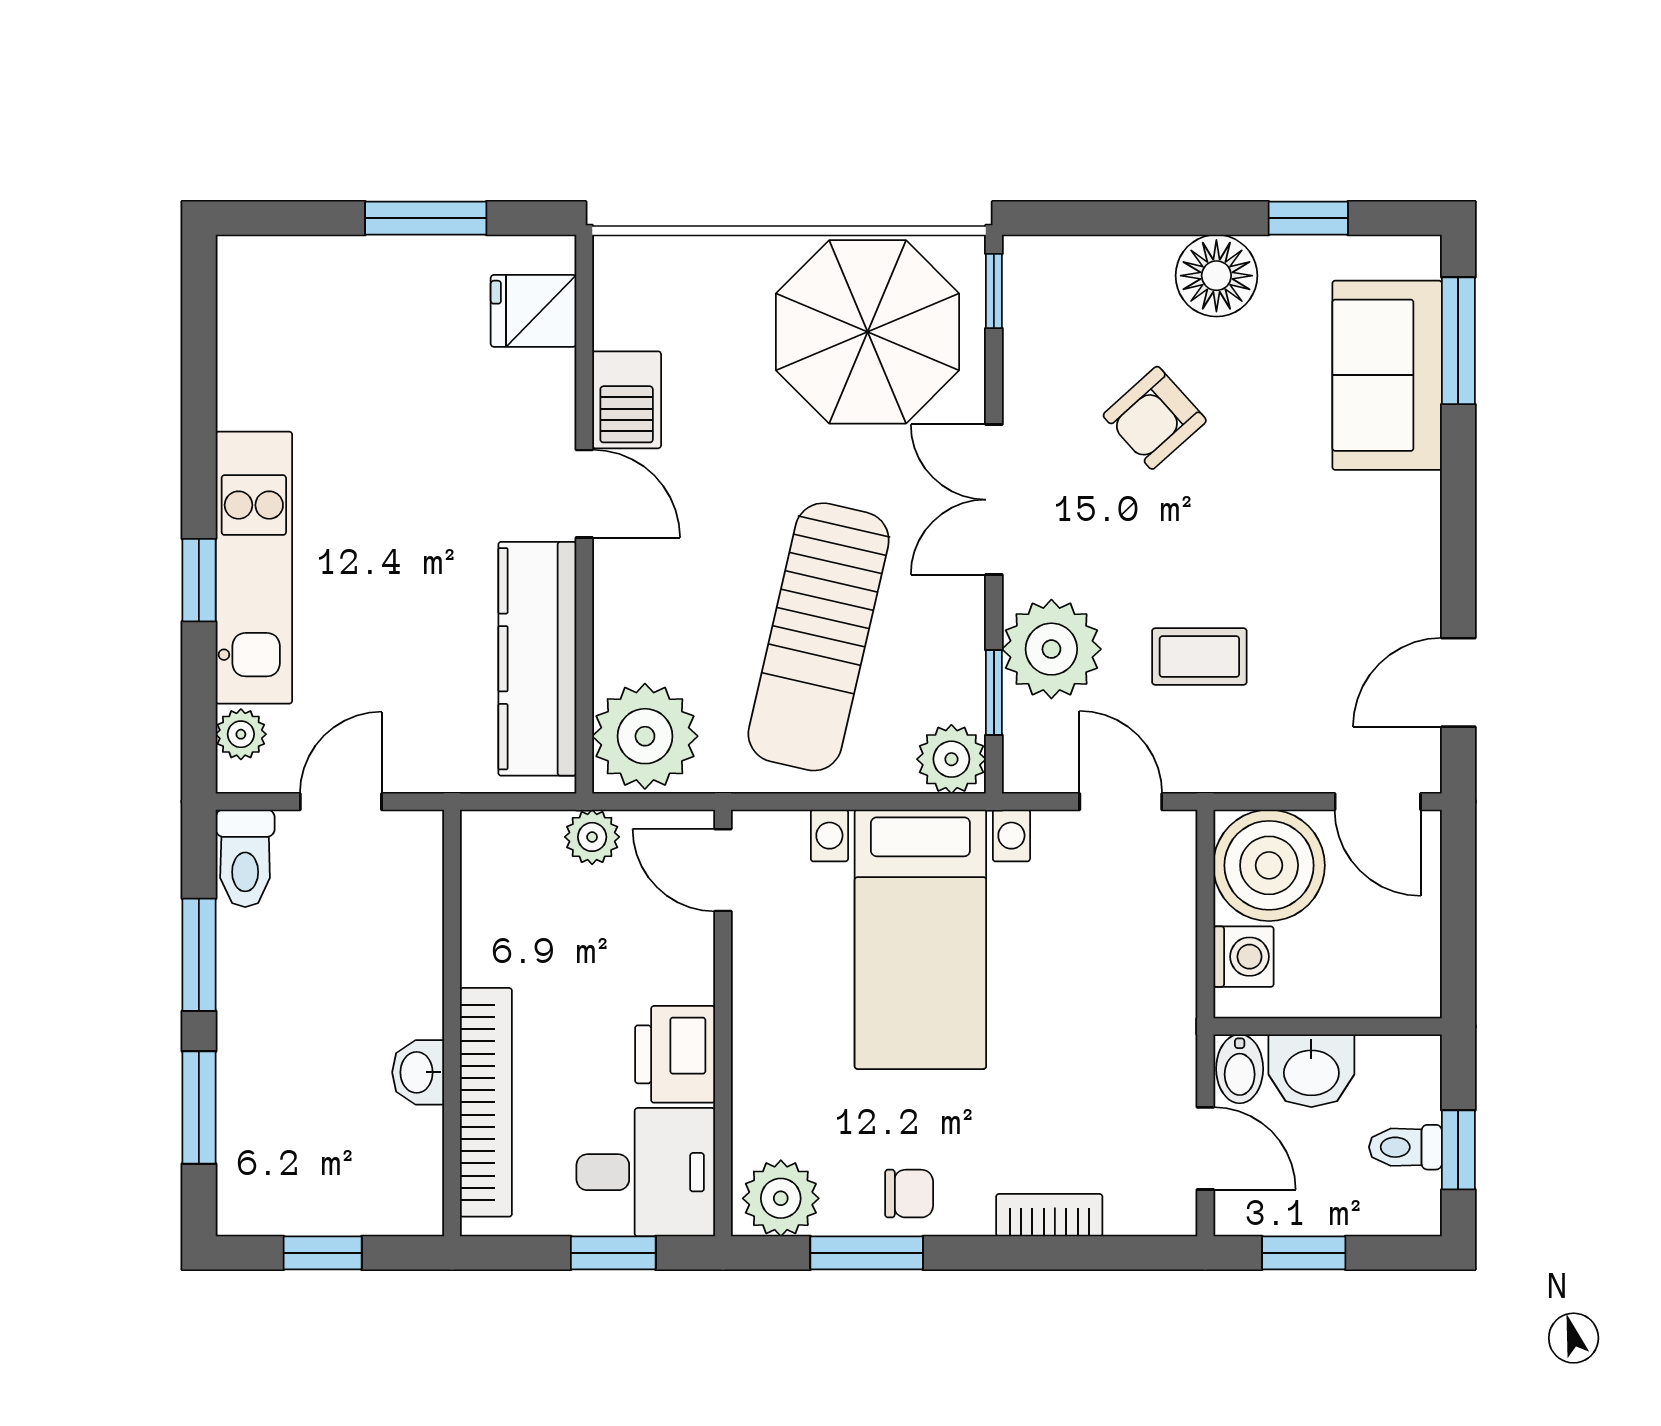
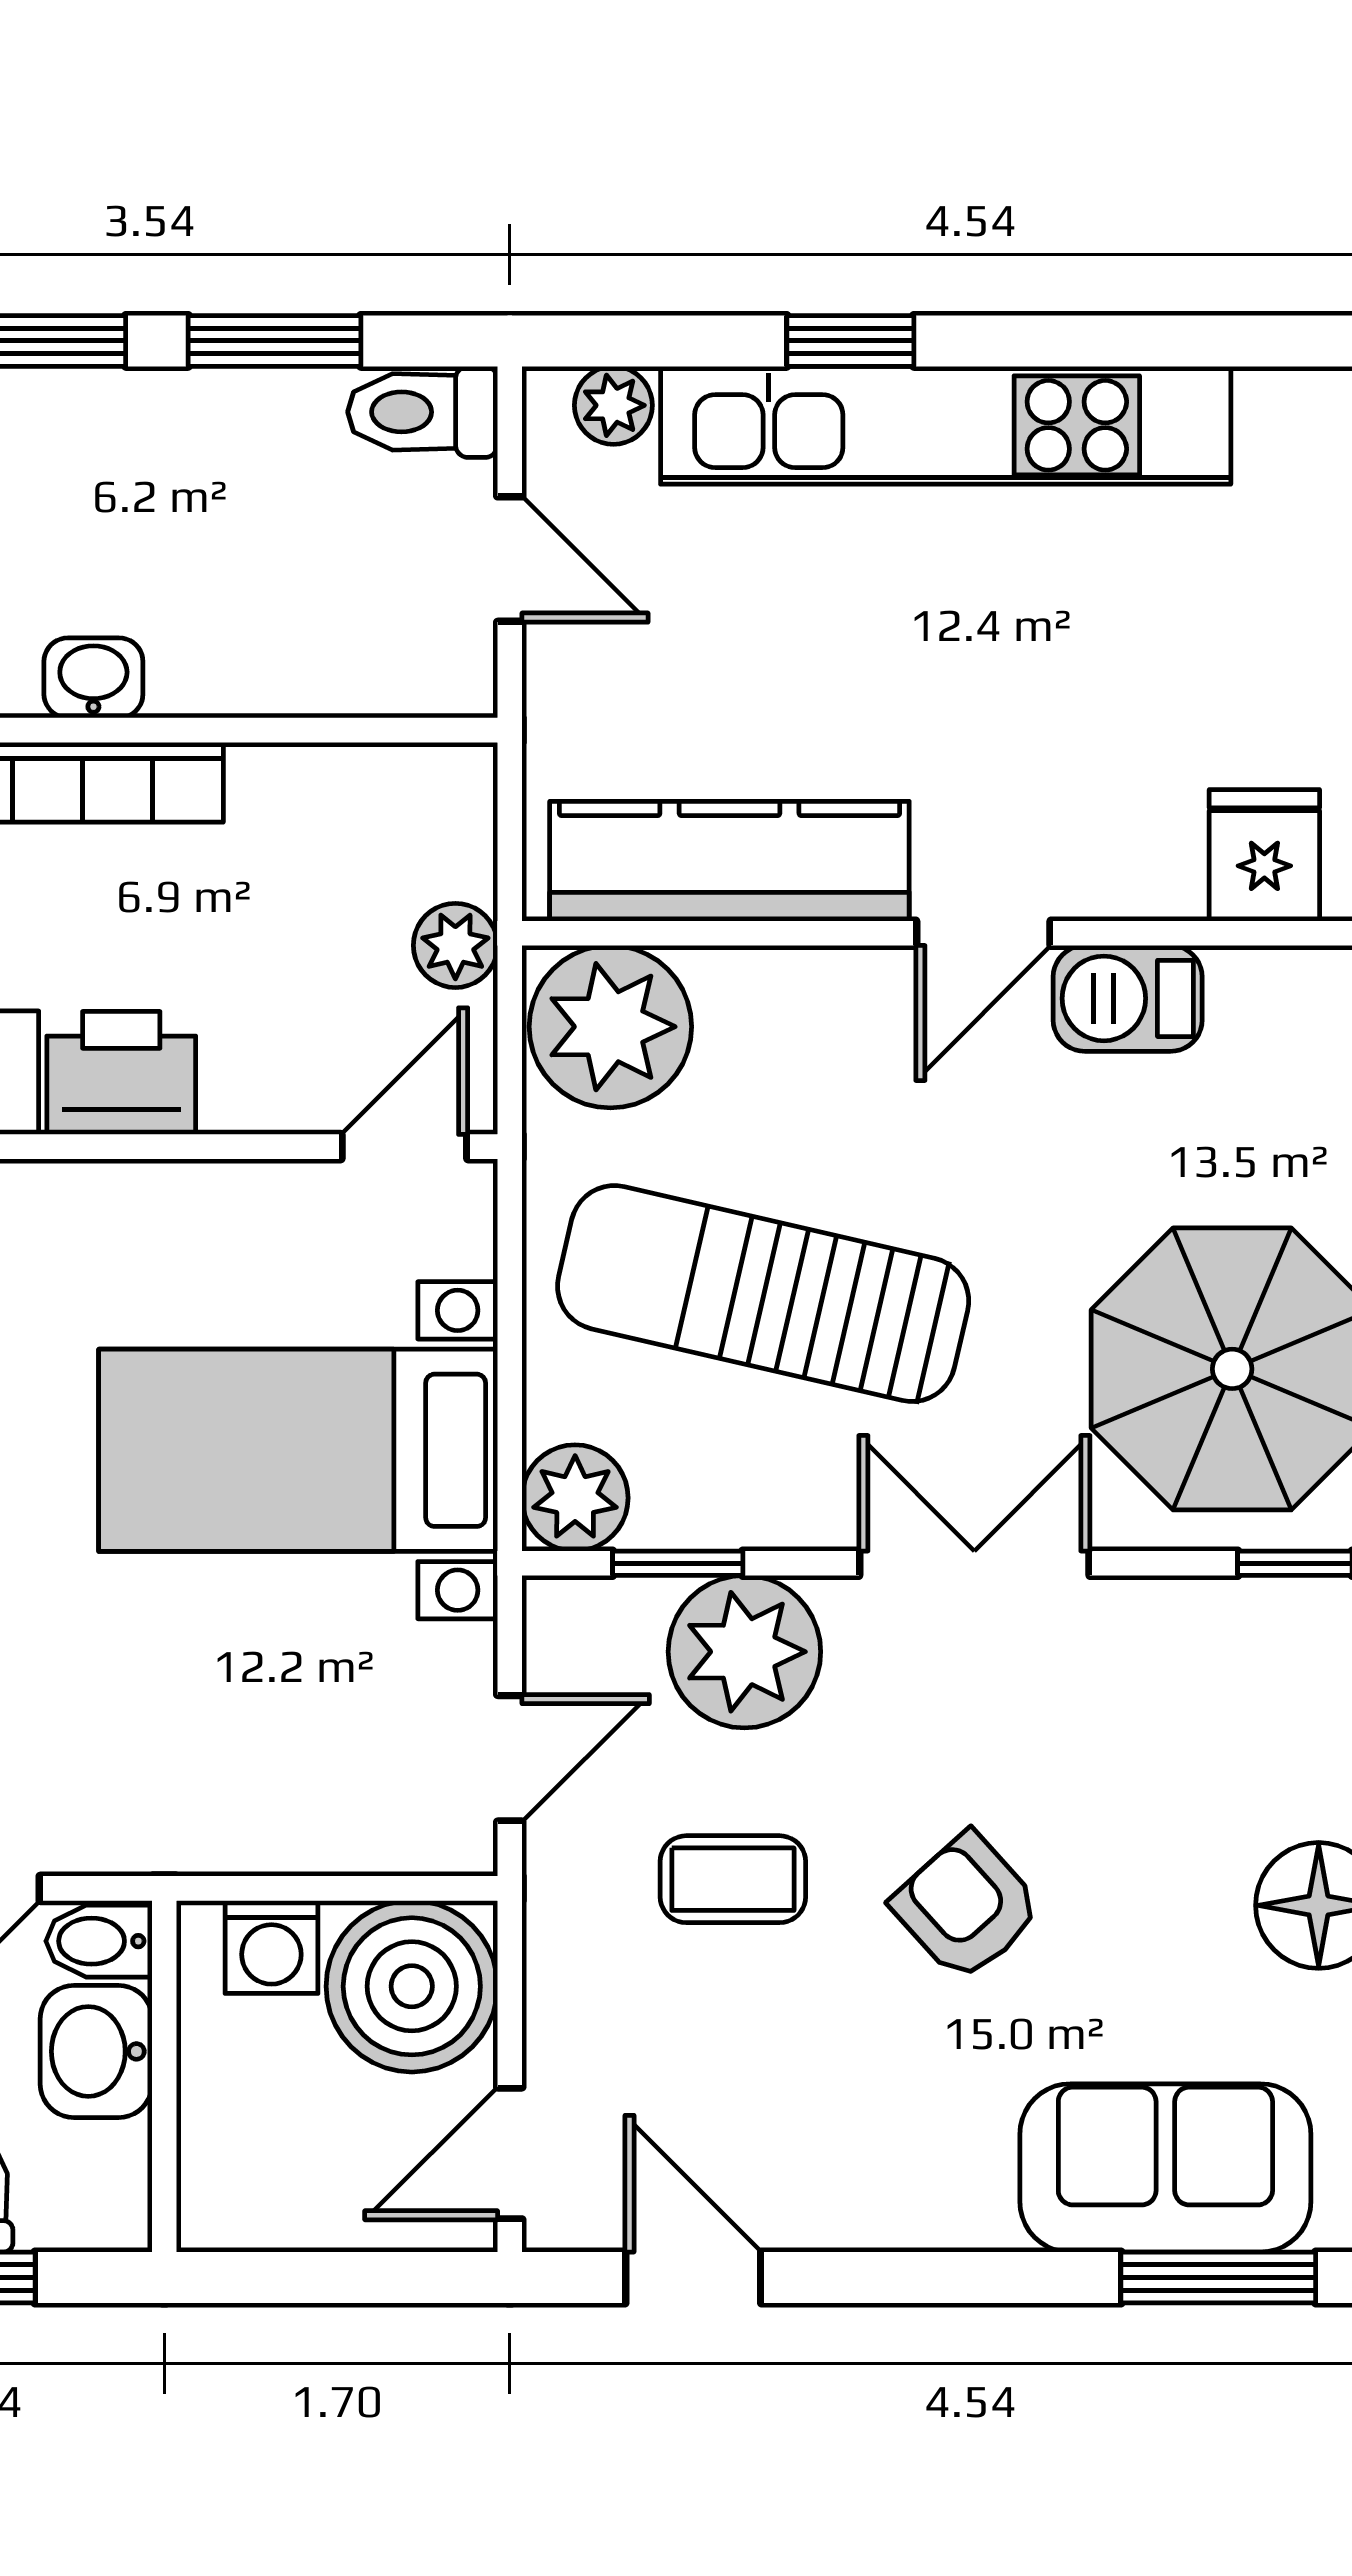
armchair: (1155, 418) -> (967, 1907), moved
kitchen unit: (254, 568) -> (946, 425), width x1.36
coffee table: (1199, 657) -> (733, 1879), turned 90

